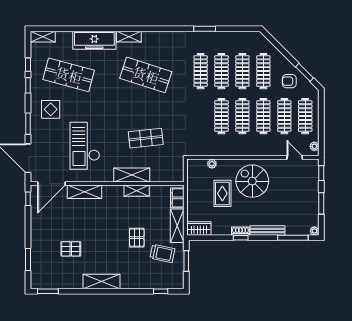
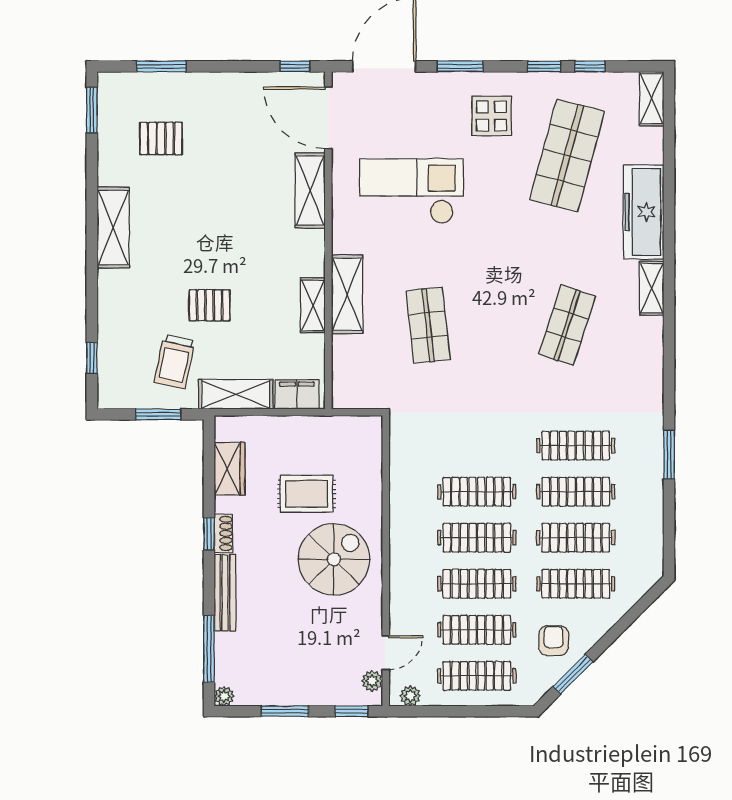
shop shelf: (146, 75) -> (567, 325), width x0.70, depth x0.74
plant: (212, 164) -> (372, 681), moved
wardrobe: (199, 228) -> (230, 469), moved
pallet: (71, 249) -> (161, 138), moved, turned 90

